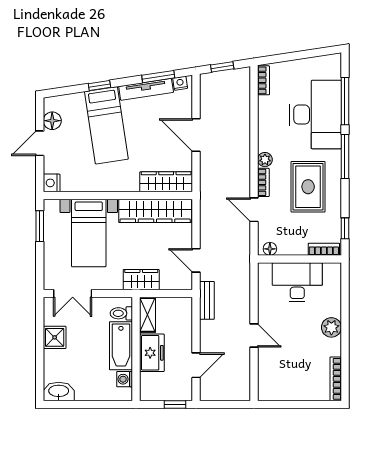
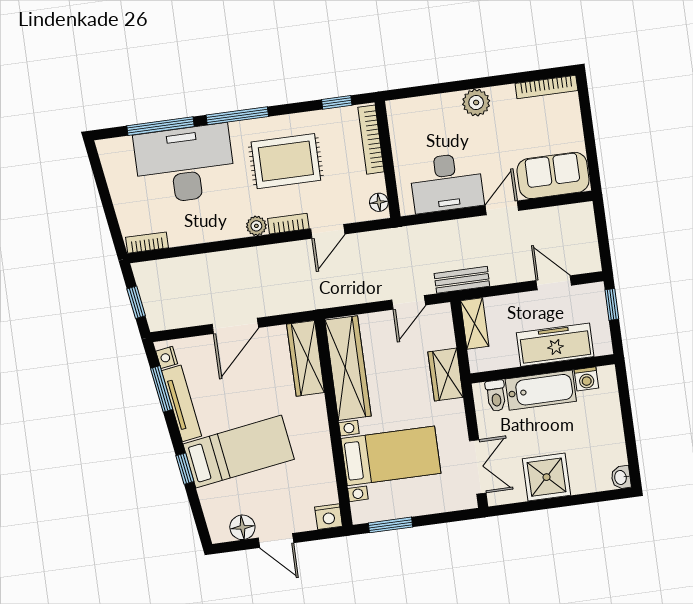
bookcase: (324, 249) -> (371, 140), width x1.56
desk: (297, 282) -> (447, 183), moved, turned -90
shelving: (148, 315) -> (475, 323), moved, turned 90
shower: (55, 337) -> (547, 477), width x1.36, depth x1.36
freezer: (152, 353) -> (555, 345), width x1.40
sofa: (272, 375) -> (553, 175), added
washbasin: (59, 391) -> (621, 477), width x0.52, depth x0.69

